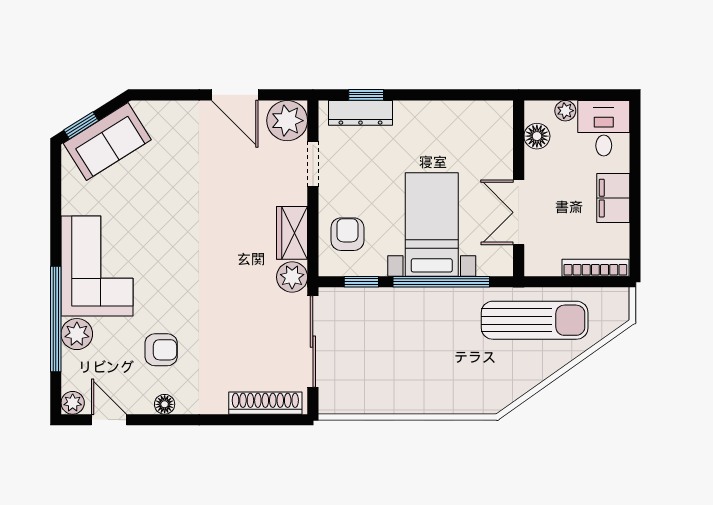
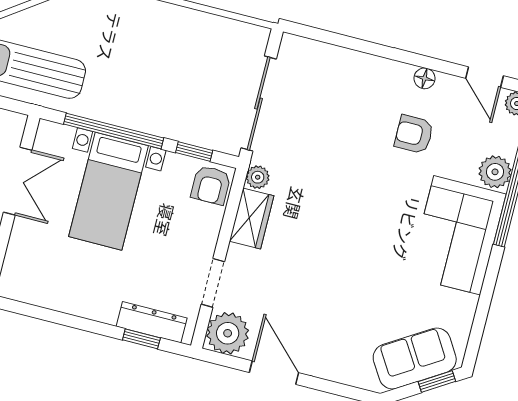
armchair: (347, 234) -> (211, 185), moved
plant: (292, 277) -> (258, 177), width x0.73, depth x0.73
shoe rack: (265, 403) -> (322, 54), removed

